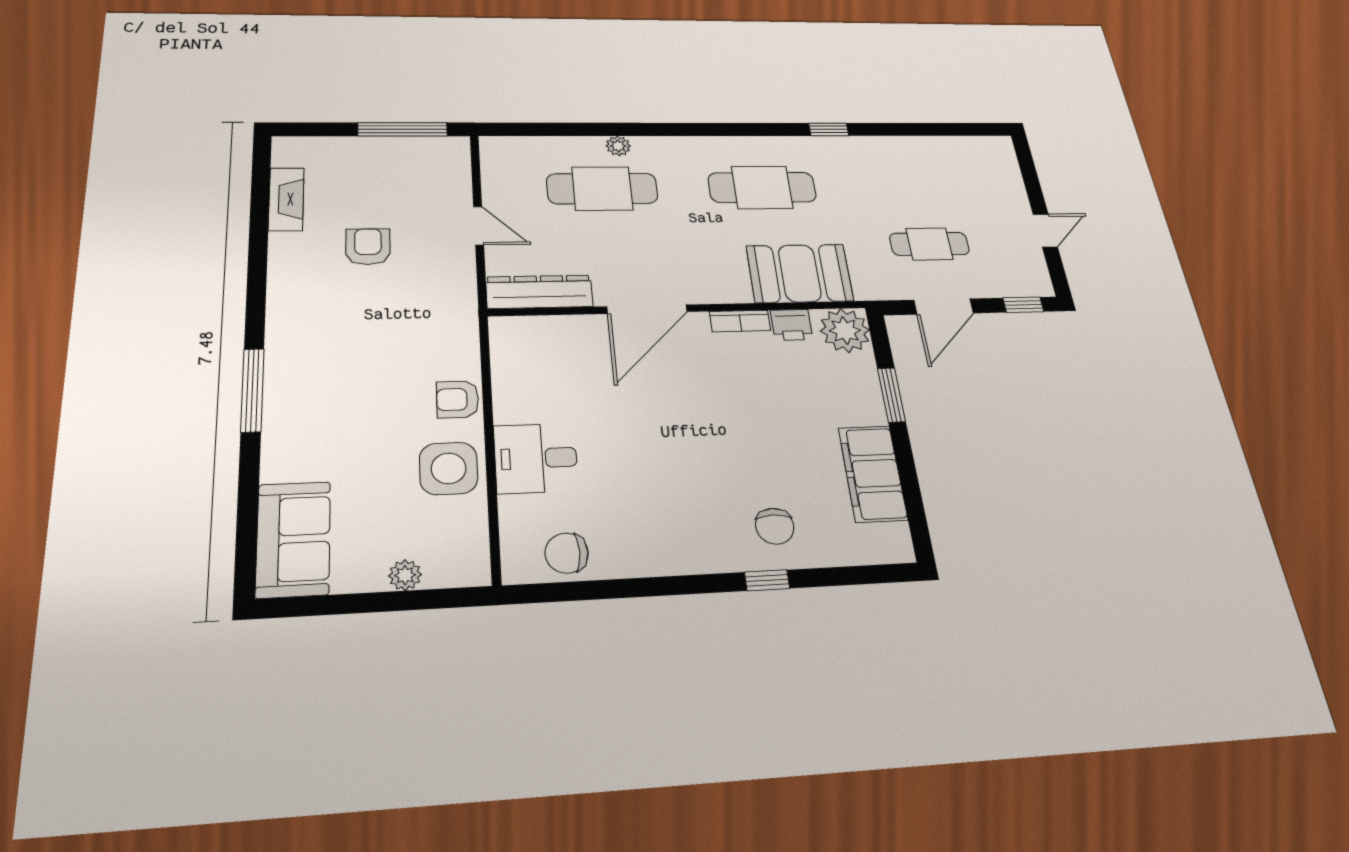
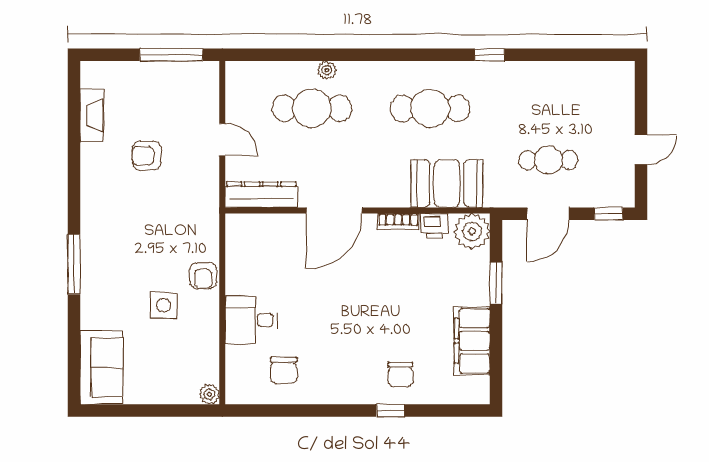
armchair: (368, 247) -> (147, 156), turned -90
armchair: (458, 399) -> (203, 276), turned -90
side table: (449, 468) -> (164, 305), moved, width x0.73, depth x0.73
chair: (567, 553) -> (284, 370), moved, turned -90
plant: (405, 575) -> (209, 394), moved

